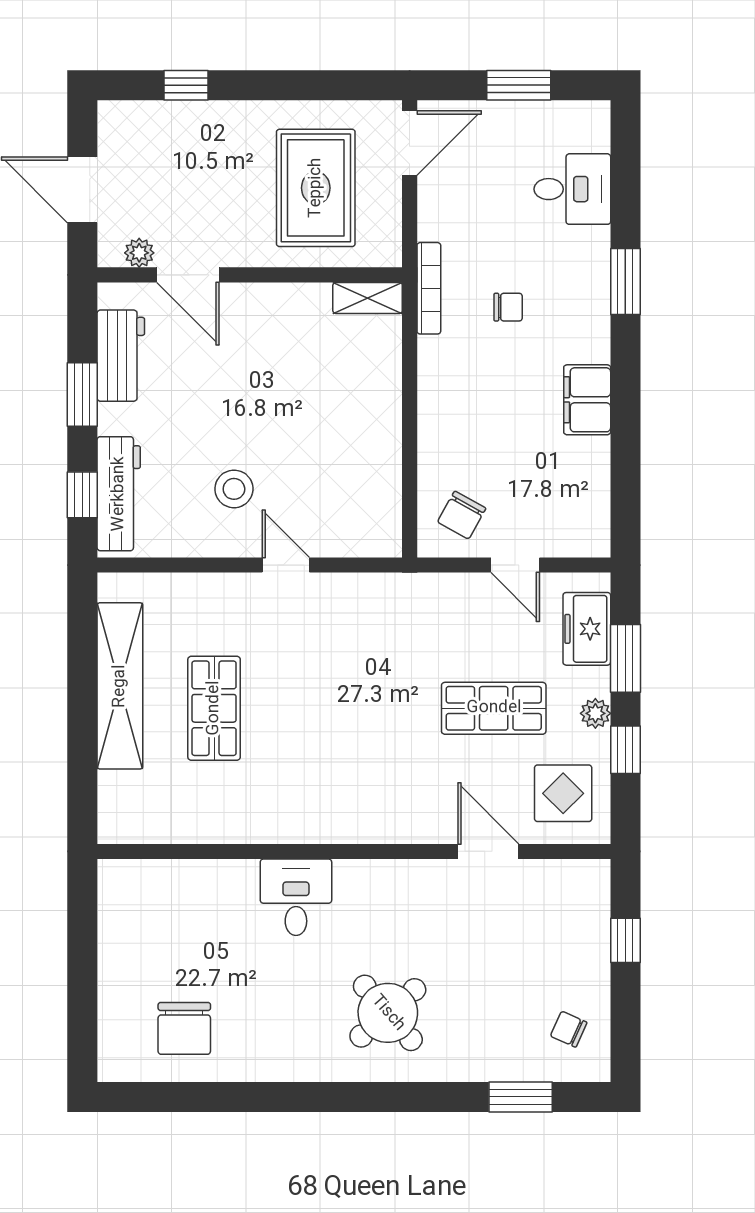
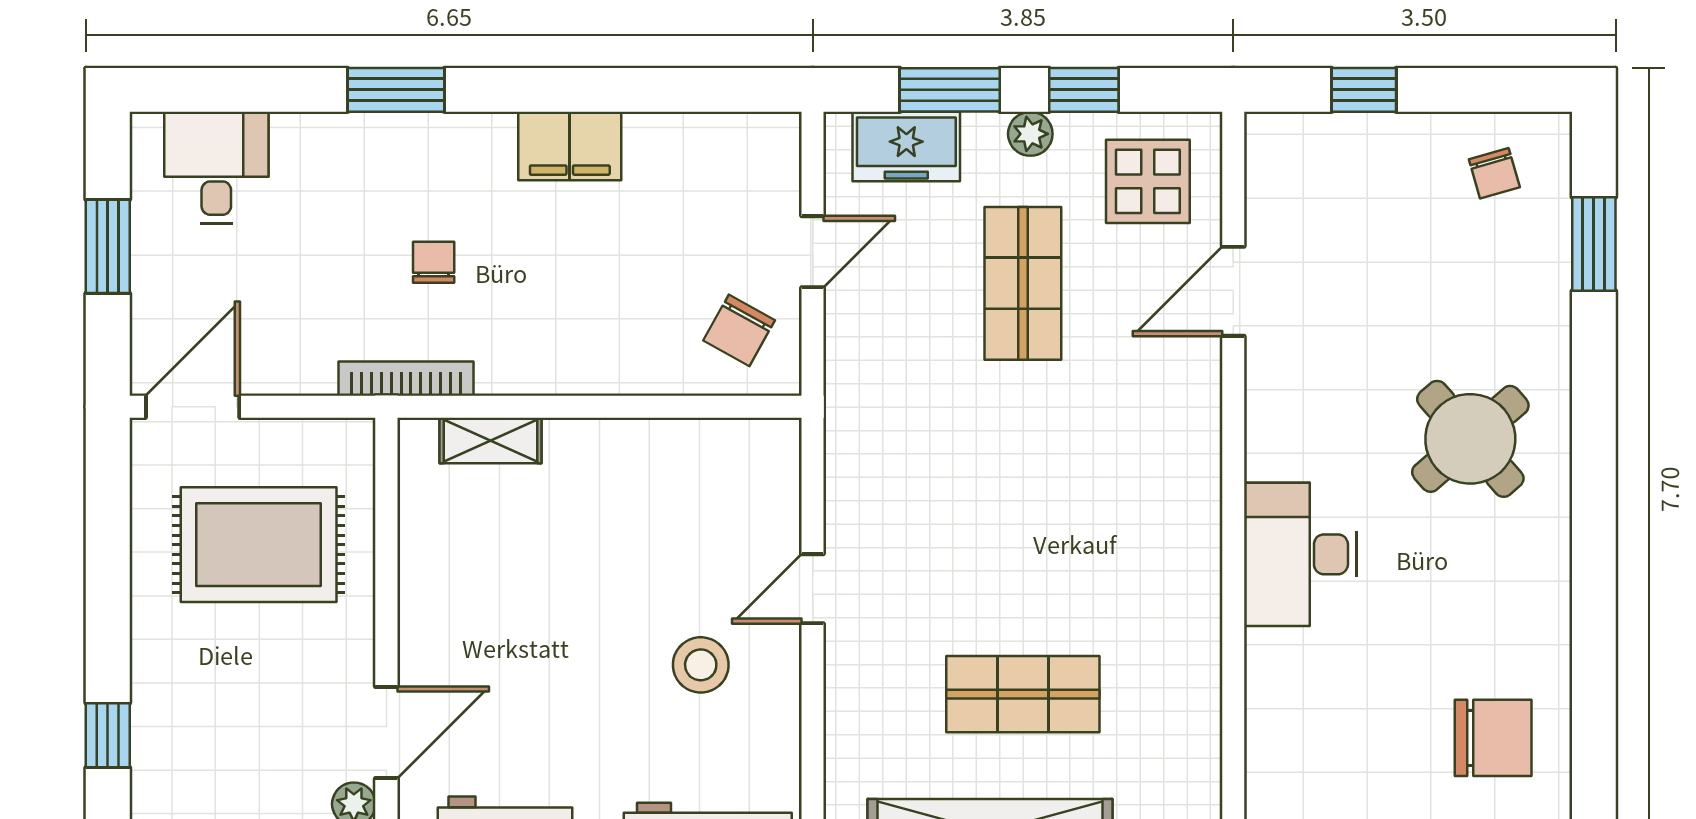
door: (410, 143) -> (193, 407), hinge flipped
desk: (572, 189) -> (216, 168), moved
shelving: (368, 298) -> (491, 441), moved, turned 90
chair: (462, 515) -> (739, 330), turned 90
desk: (296, 897) -> (1301, 554), width x1.37
chair: (569, 1029) -> (1494, 173), turned -40

